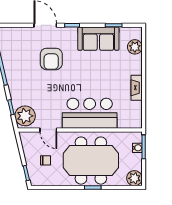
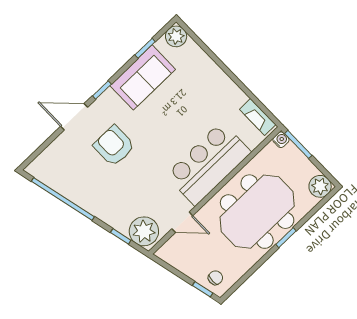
plant: (135, 47) -> (176, 36), moved
armchair: (51, 59) -> (114, 146), turned 180
fireplace: (137, 88) -> (258, 117), moved
water cooler: (137, 148) -> (281, 140), moved
chair: (46, 160) -> (215, 278), moved

